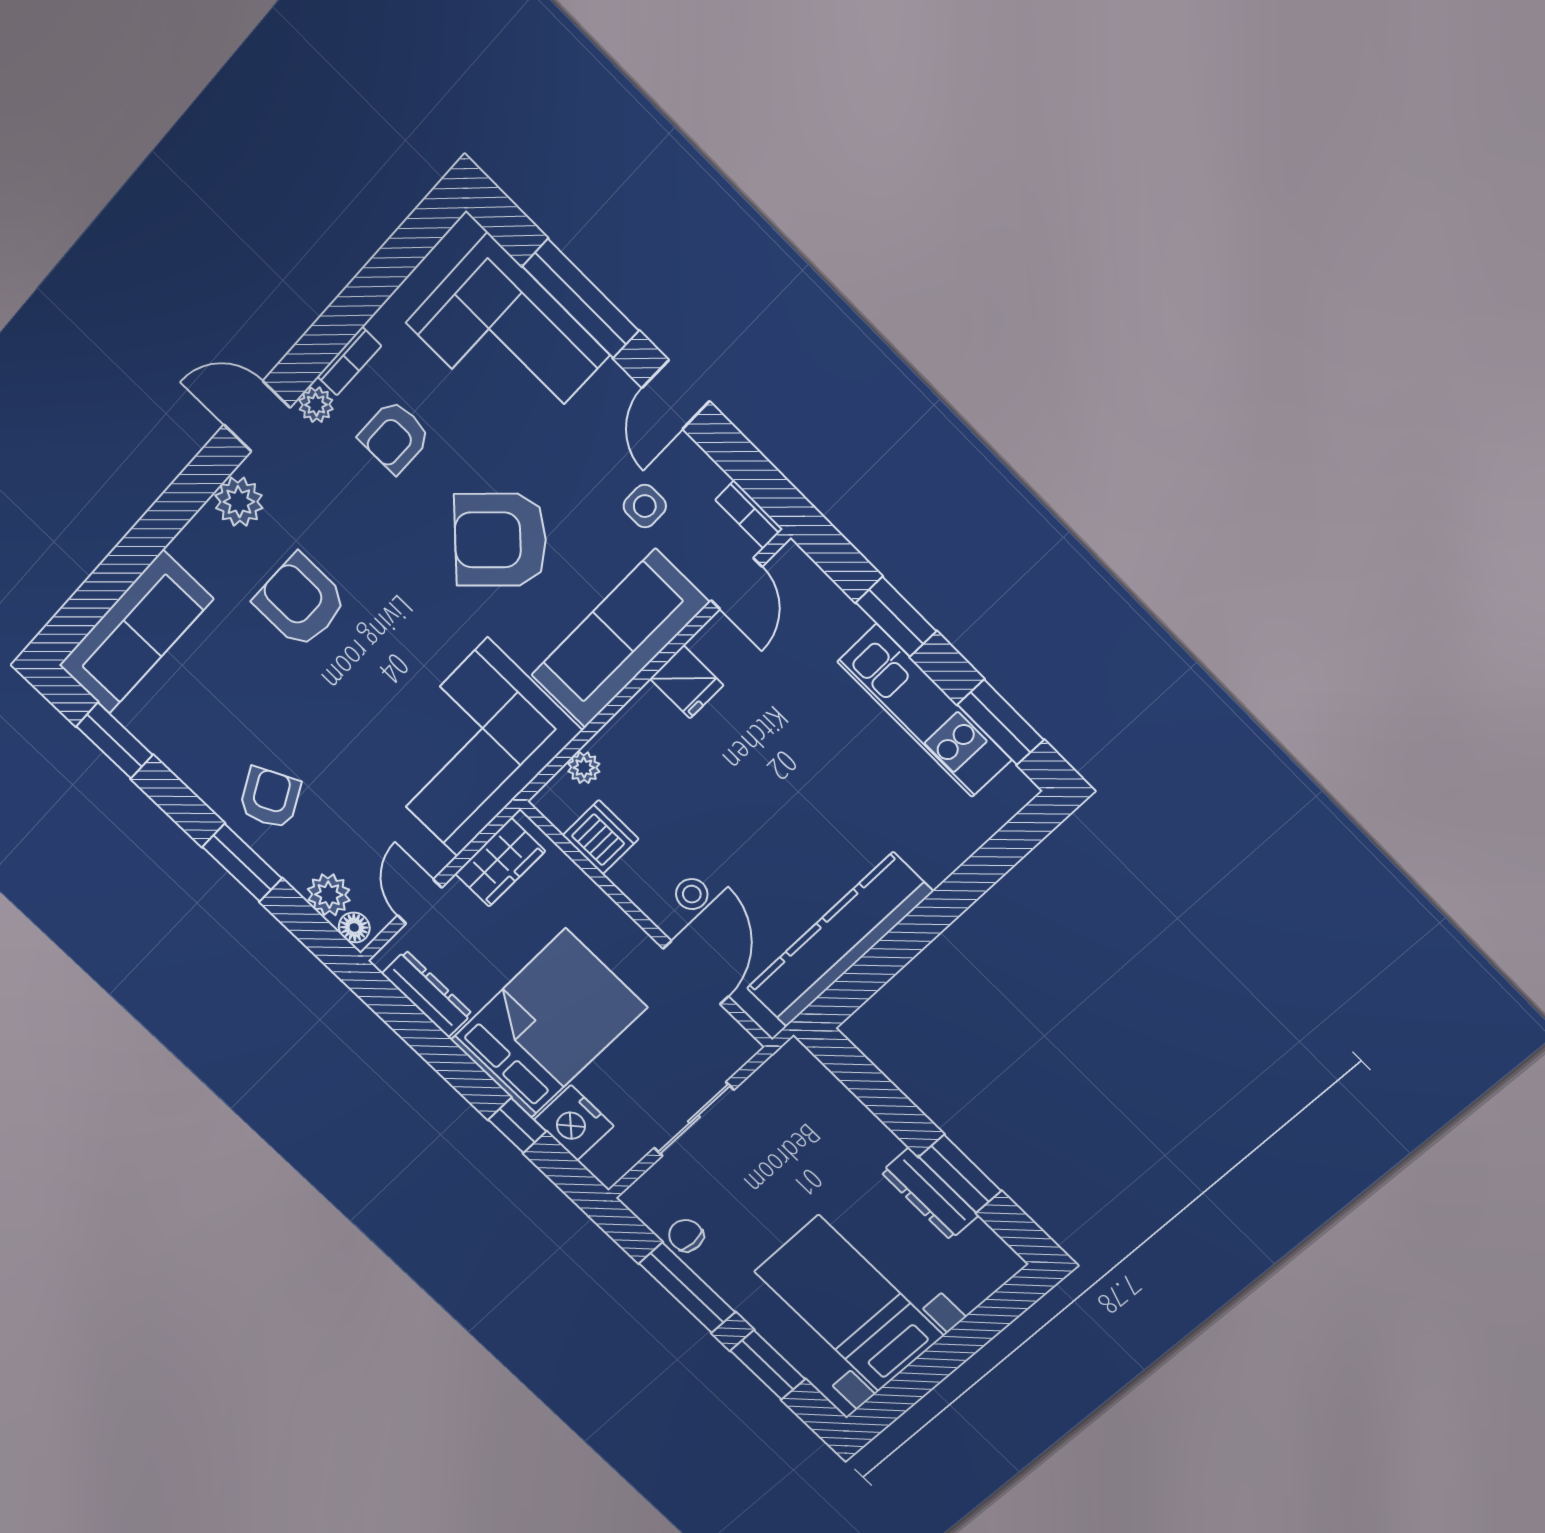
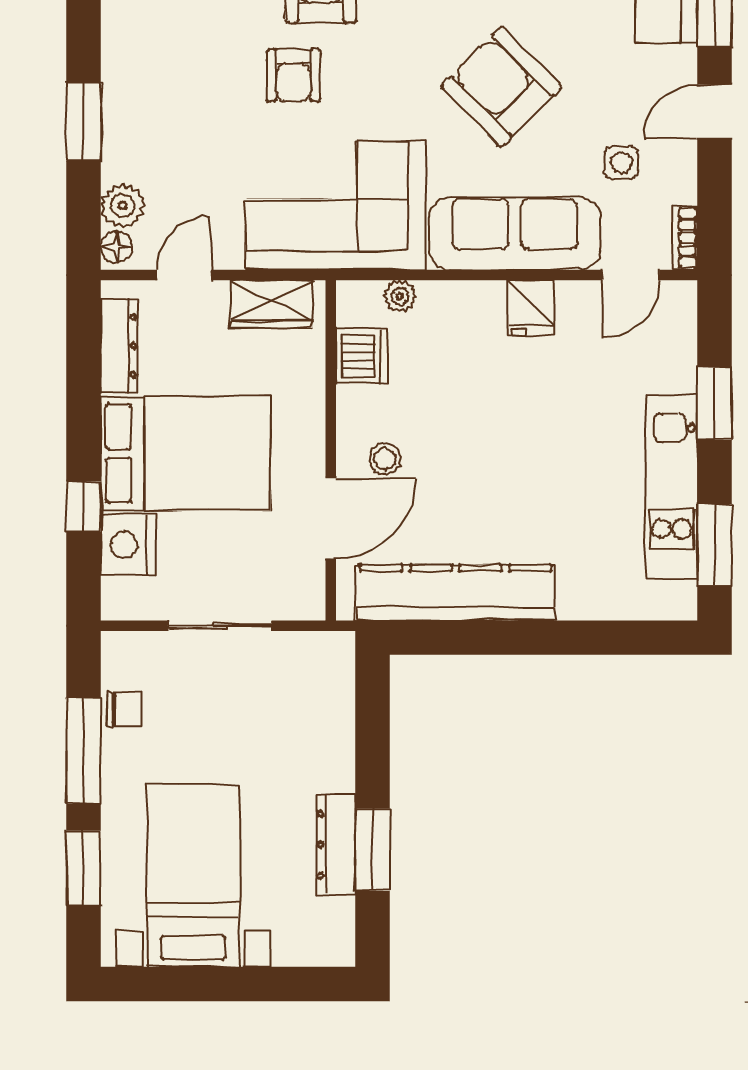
armchair: (270, 798) -> (293, 75), moved, turned 117
chair: (686, 1236) -> (124, 709), turned 90

